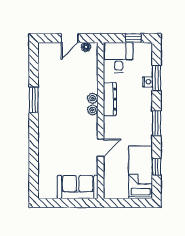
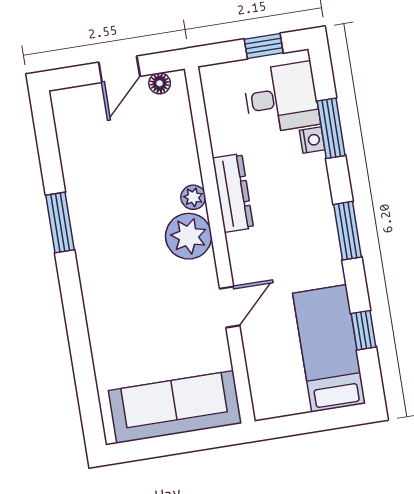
desk: (119, 57) -> (281, 98), moved, turned 90
plant: (93, 110) -> (189, 236), width x1.88, depth x1.88
sofa: (78, 187) -> (175, 407), width x1.36

